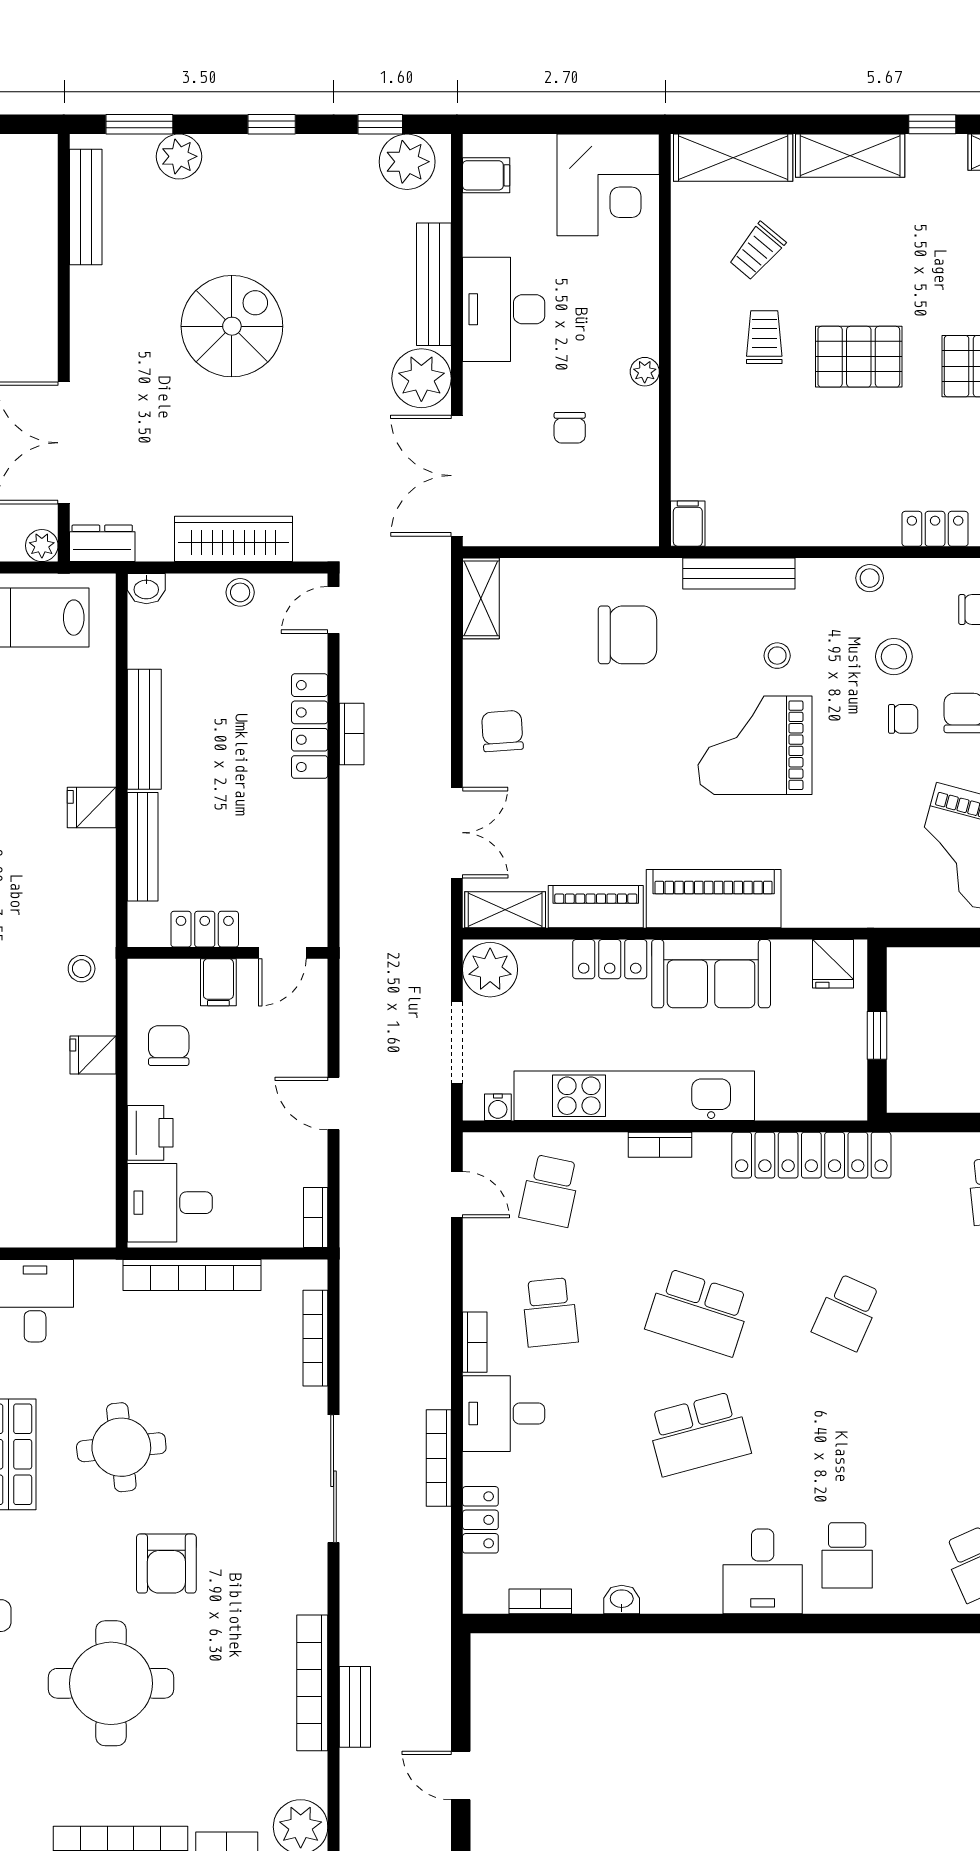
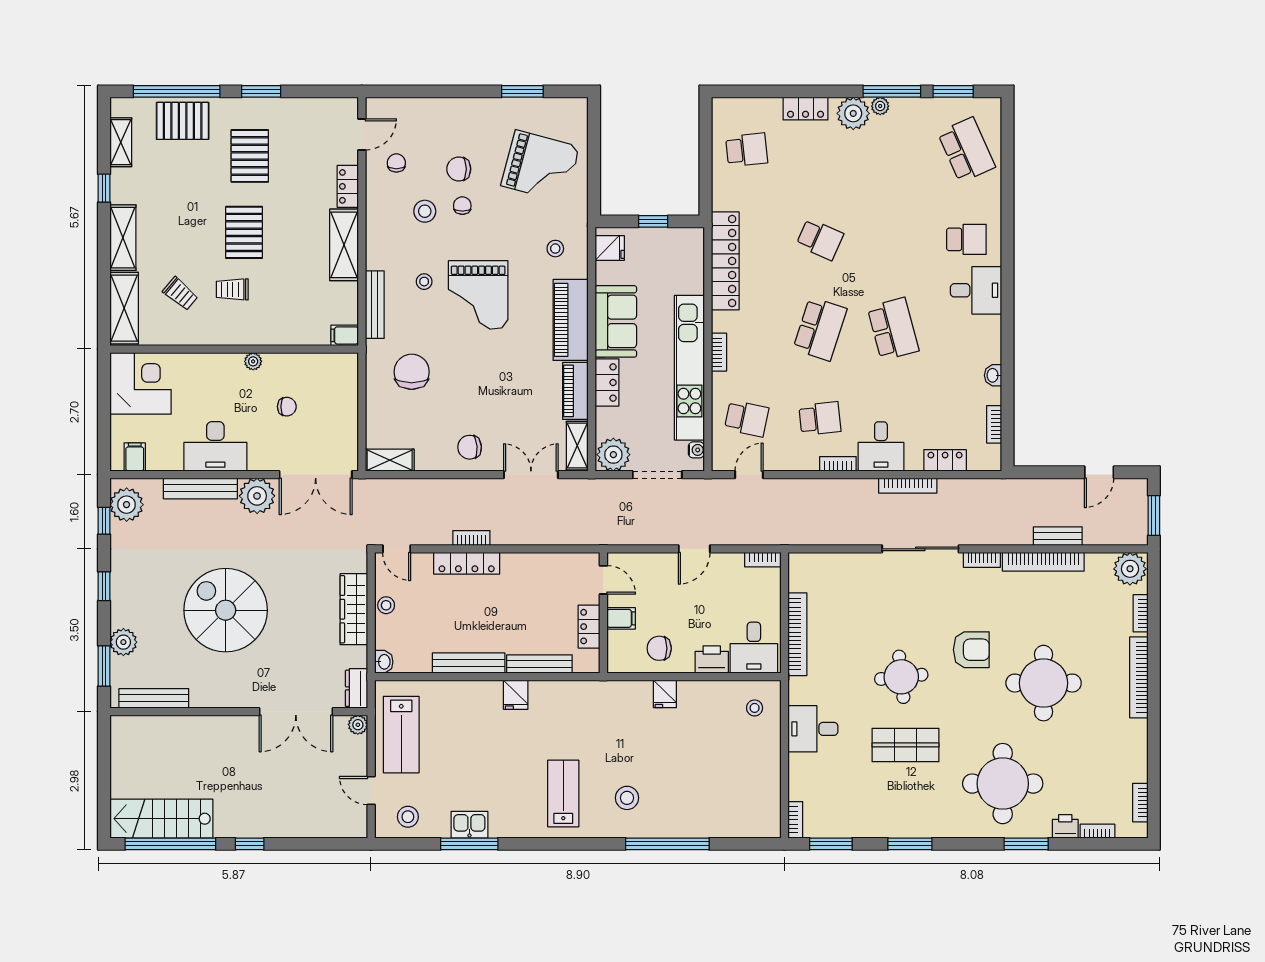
spiral stairs: (232, 326) -> (226, 610), width x1.37, depth x1.37
shelving: (838, 523) -> (344, 245), added
stool: (870, 578) -> (555, 249), moved
stool: (82, 969) -> (755, 708), moved
bookcase: (315, 1338) -> (982, 560), moved, width x0.64

